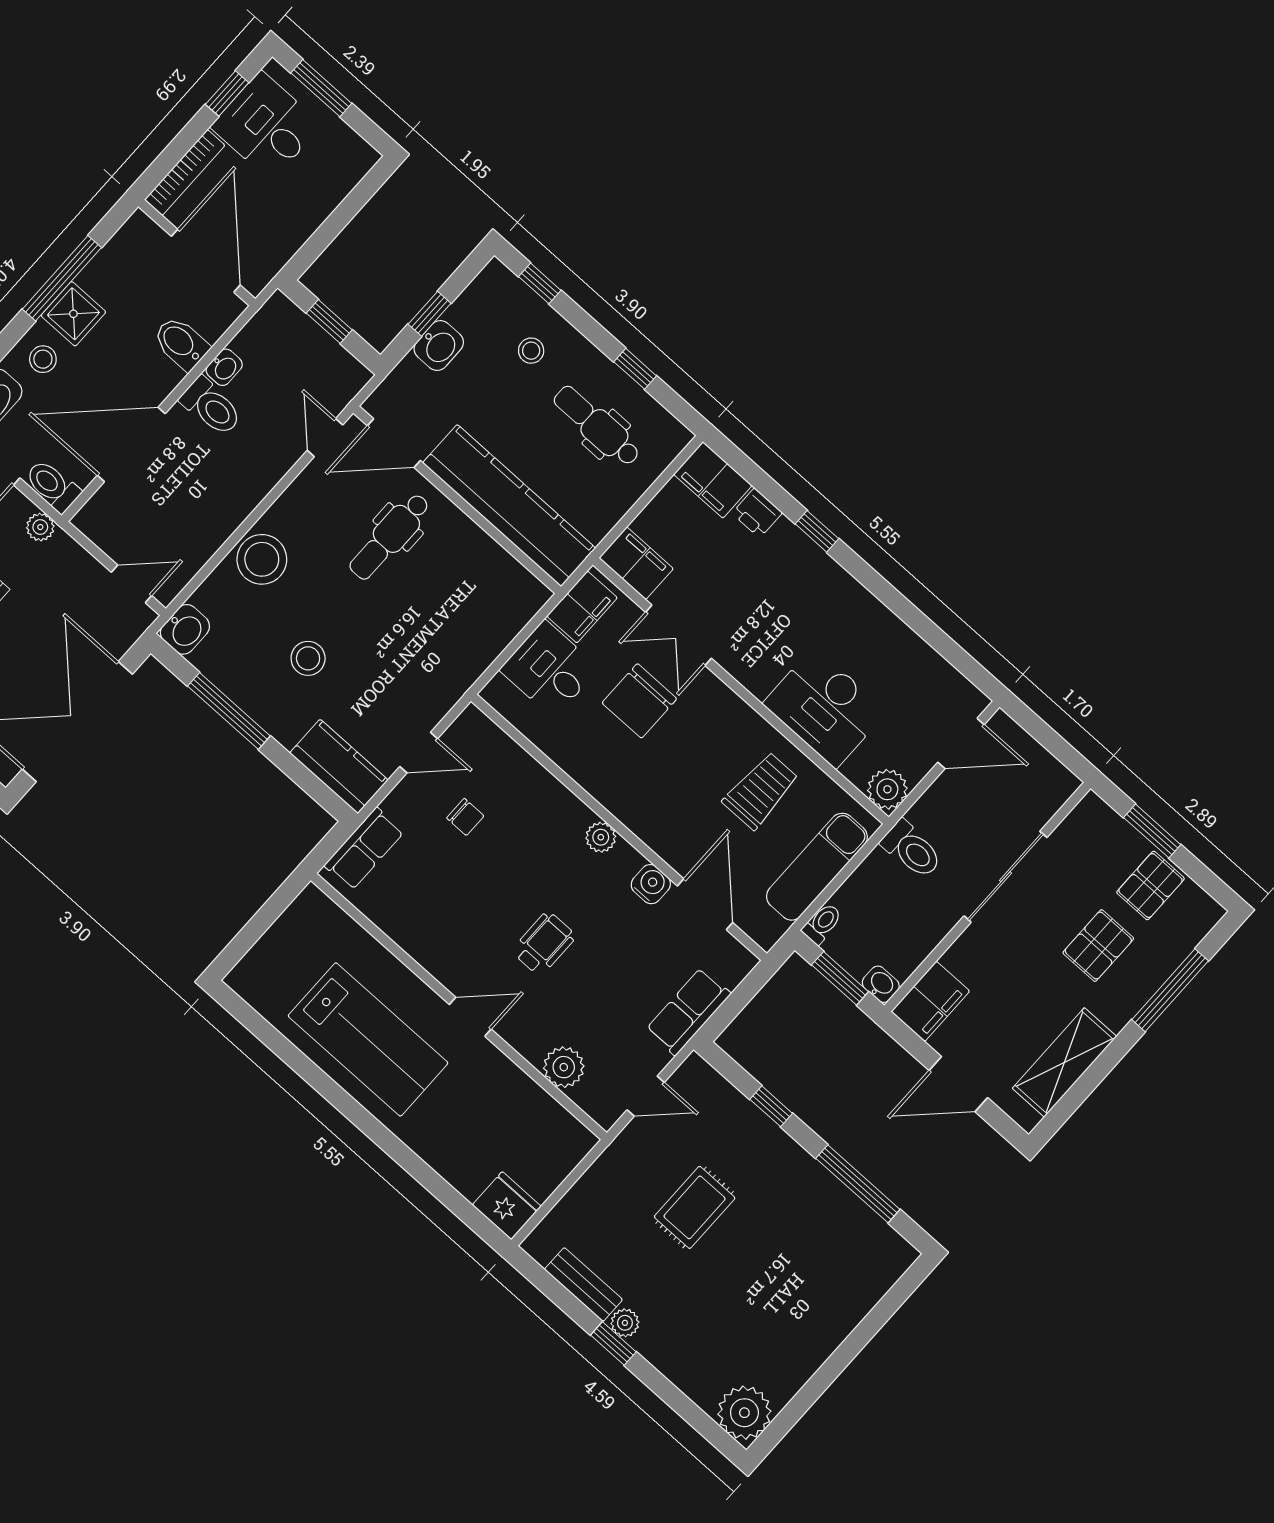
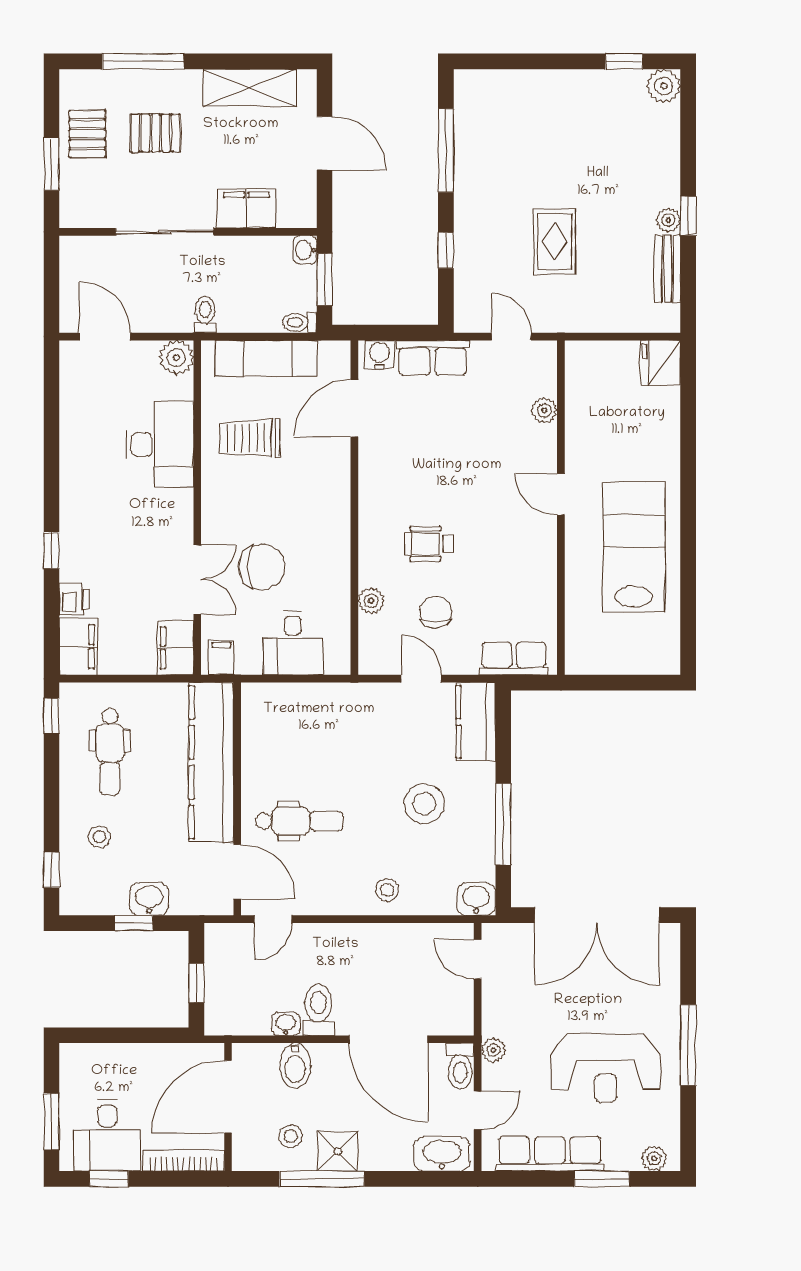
stool: (43, 359) -> (291, 1136), moved
window: (635, 369) -> (51, 716), moved
stool: (262, 559) -> (387, 890), width x0.53, depth x0.53
filing cabinet: (582, 607) -> (221, 657), width x0.50
stool: (308, 658) -> (424, 804), width x1.38, depth x1.38
chair: (465, 817) -> (436, 612), width x1.37, depth x1.37
plant: (601, 837) -> (371, 601), moved
toilet: (912, 849) -> (205, 315), width x0.73, depth x0.72
water cooler: (651, 884) -> (379, 355), moved, turned 90
pallet: (1150, 885) -> (87, 134), turned 90
wheelchair: (544, 944) -> (429, 544), moved
filing cabinet: (930, 1001) -> (246, 209), moved
plant: (564, 1067) -> (544, 411), width x0.73, depth x0.73
rug: (695, 1207) -> (555, 242), turned 90
window: (797, 1408) -> (624, 61), added
plant: (744, 1413) -> (664, 86), width x0.73, depth x0.73

